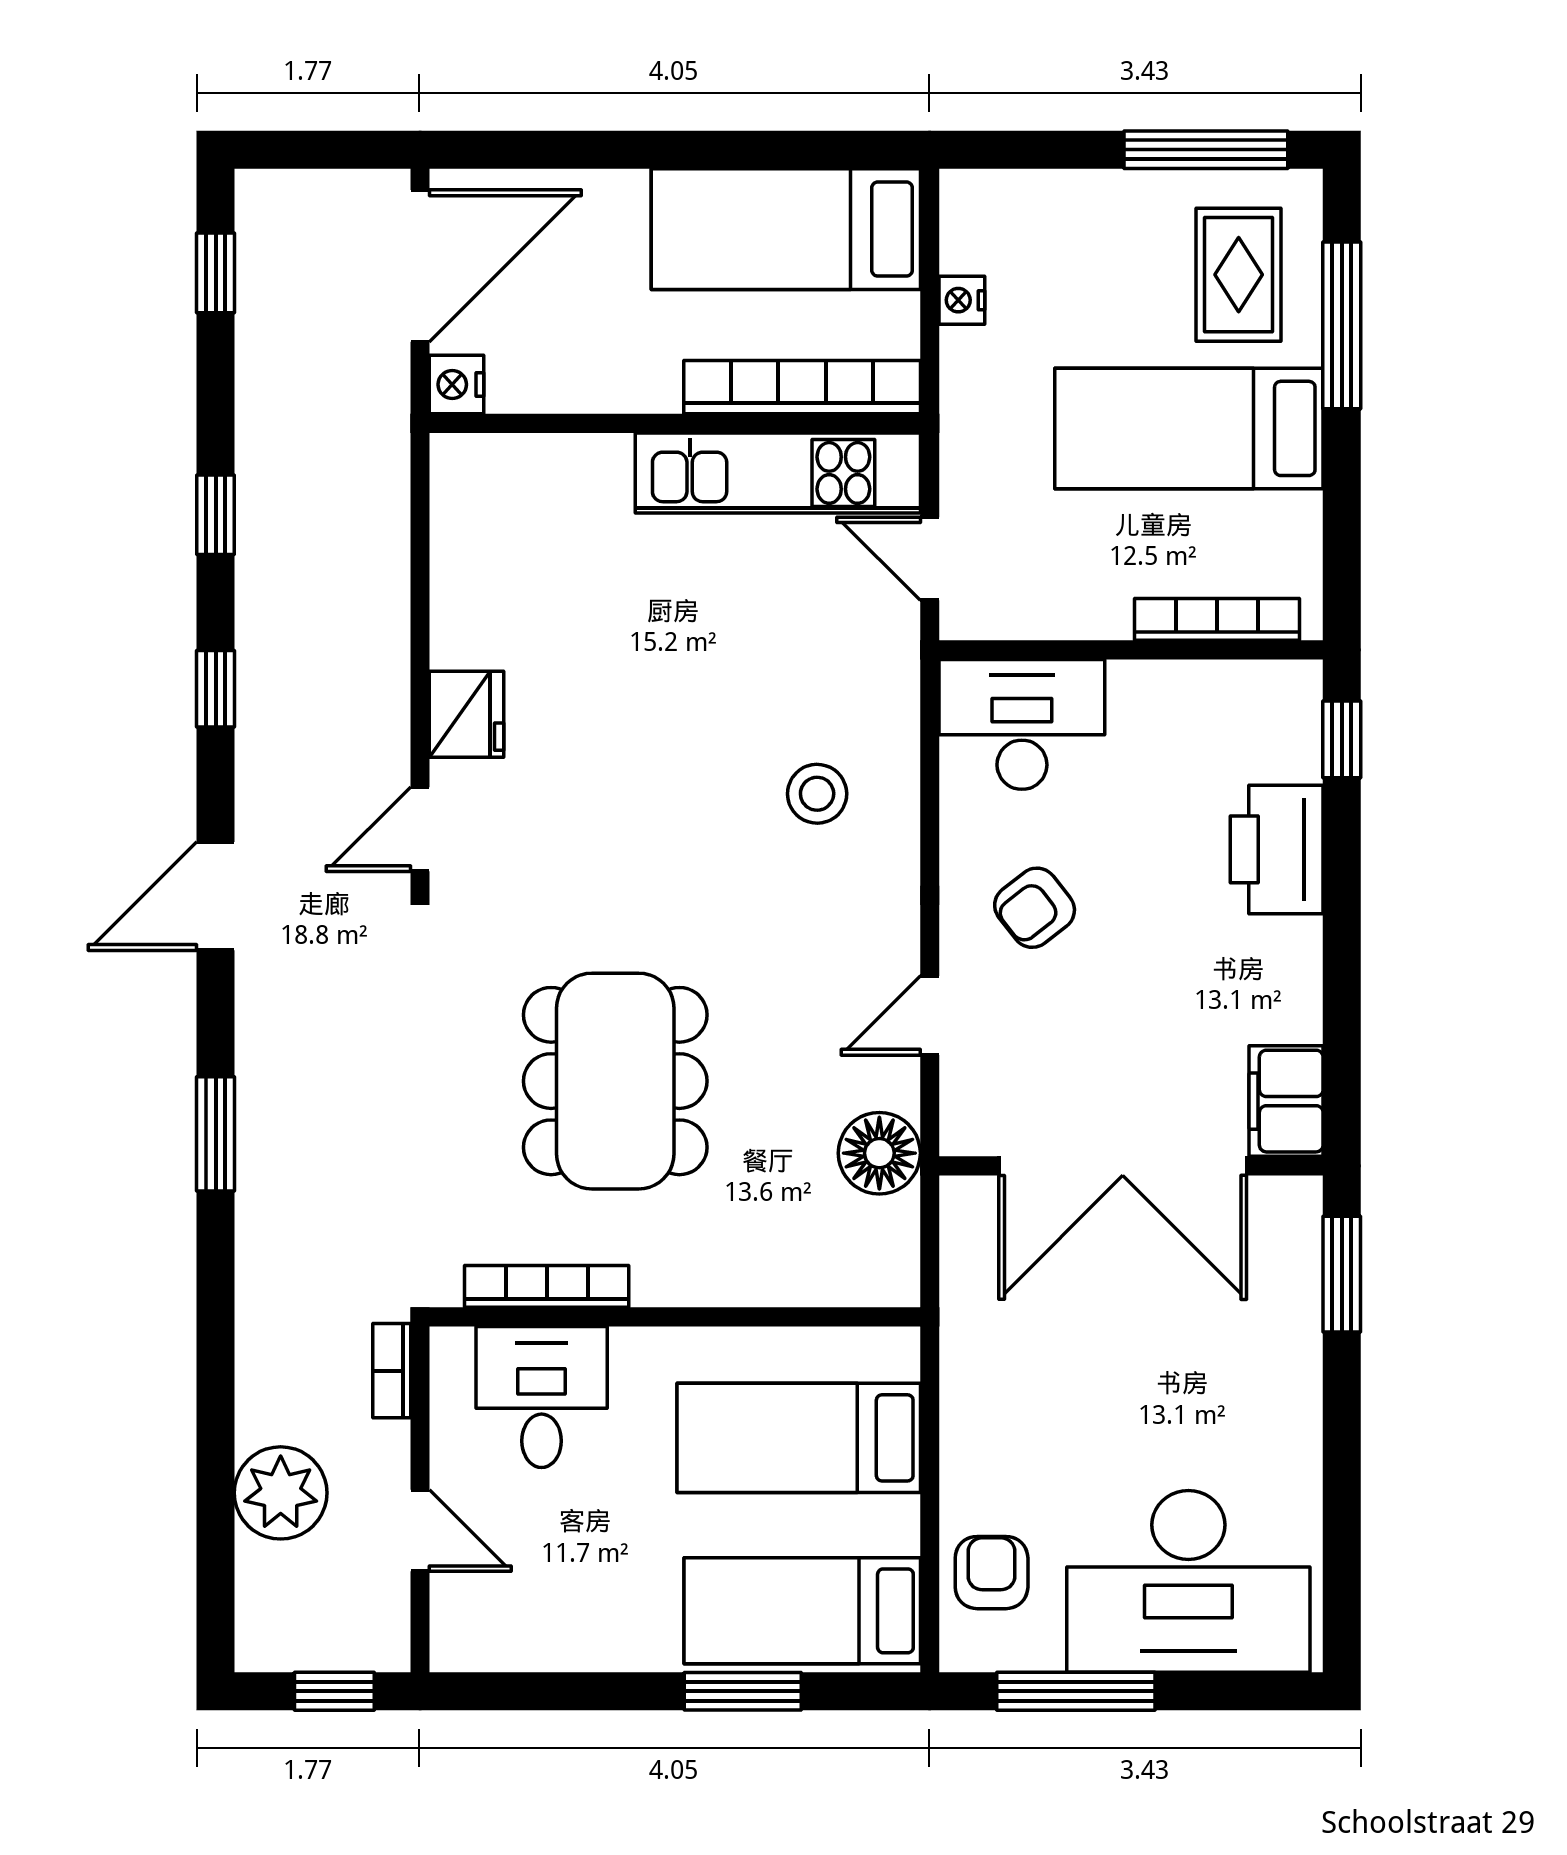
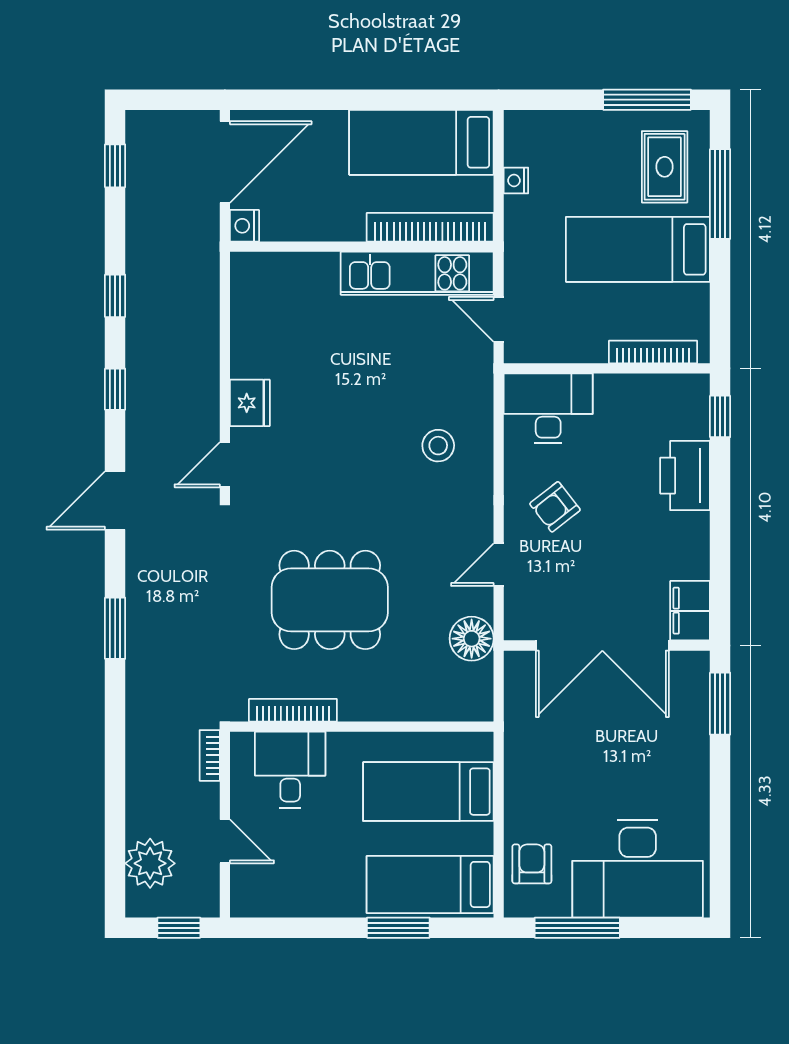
dining table: (615, 1081) -> (330, 600), turned 90
plant: (281, 1493) -> (150, 863), moved

